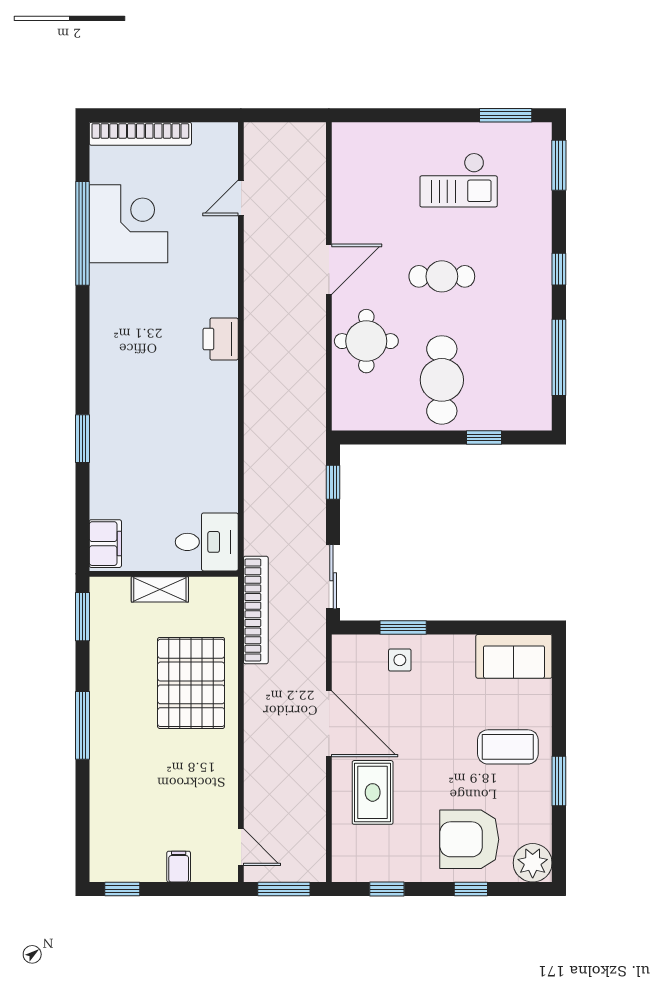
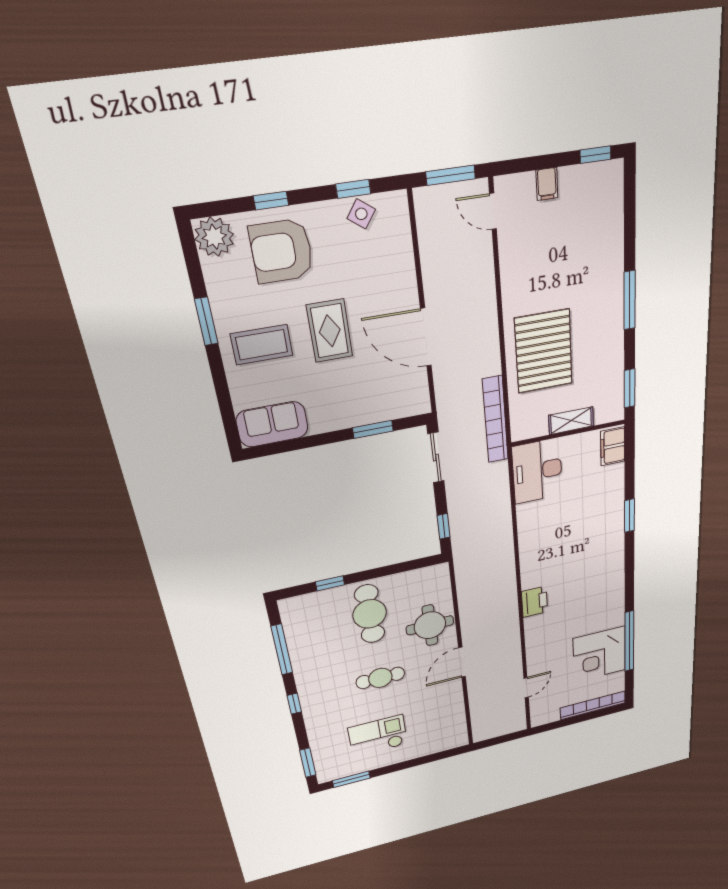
desk: (207, 542) -> (537, 471), width x1.37
side table: (400, 660) -> (361, 214), moved, turned 36
rug: (373, 792) -> (330, 331), moved
armchair: (469, 839) -> (282, 251), turned 180

